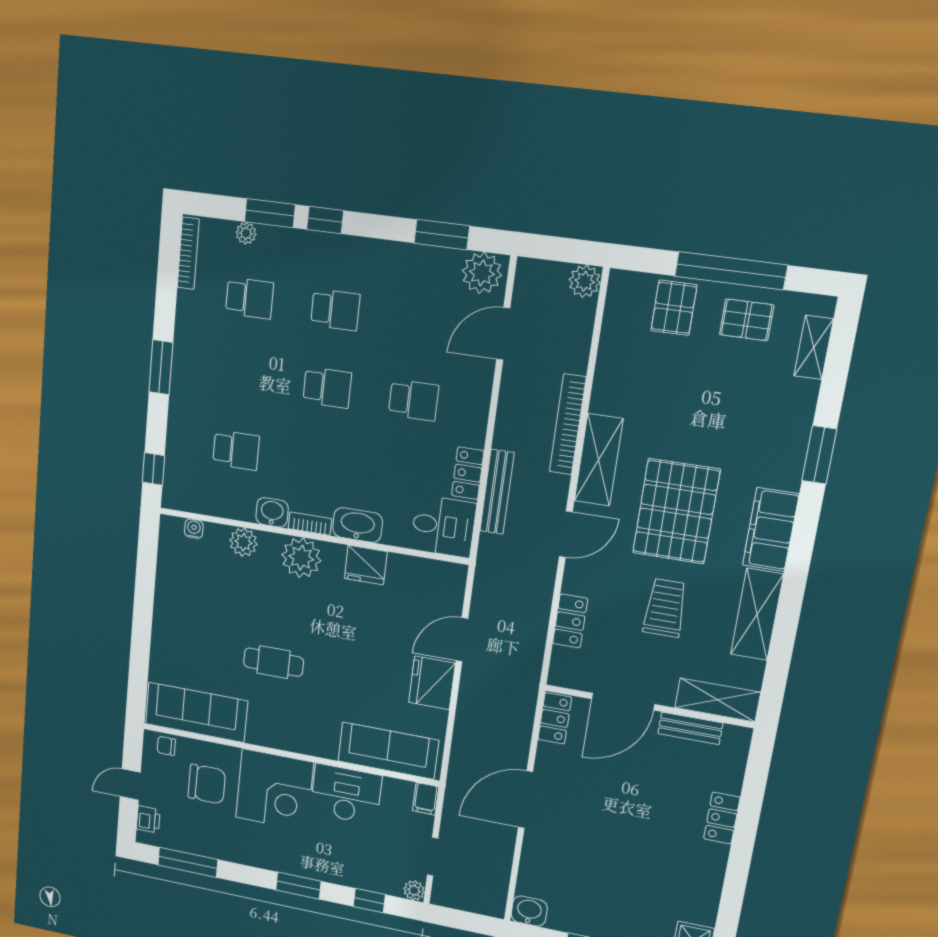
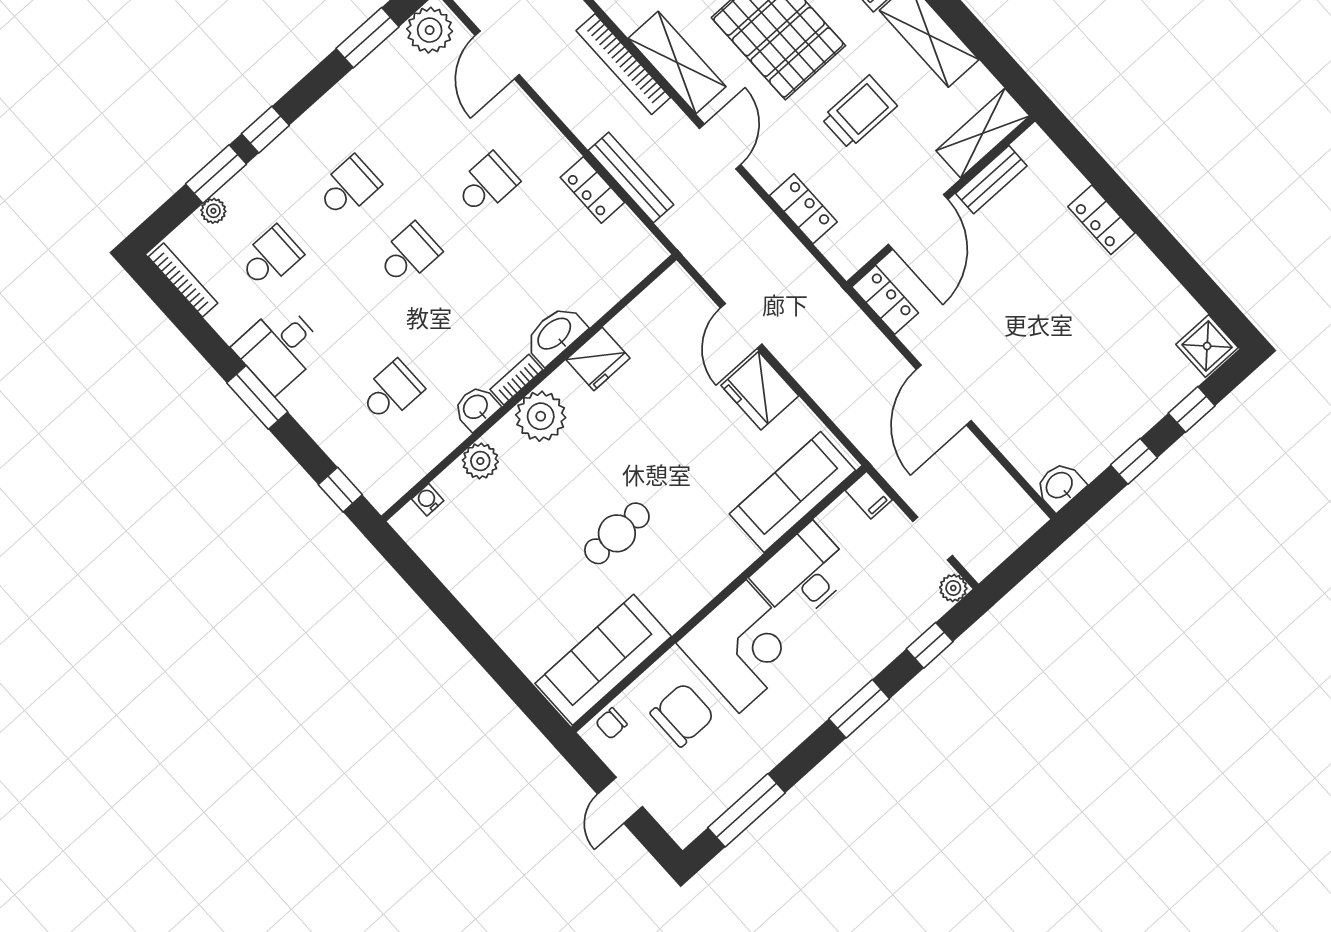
desk: (443, 526) -> (279, 348), moved, turned 180
trolley: (665, 608) -> (859, 112), turned 90
printer: (148, 819) -> (670, 814), removed

